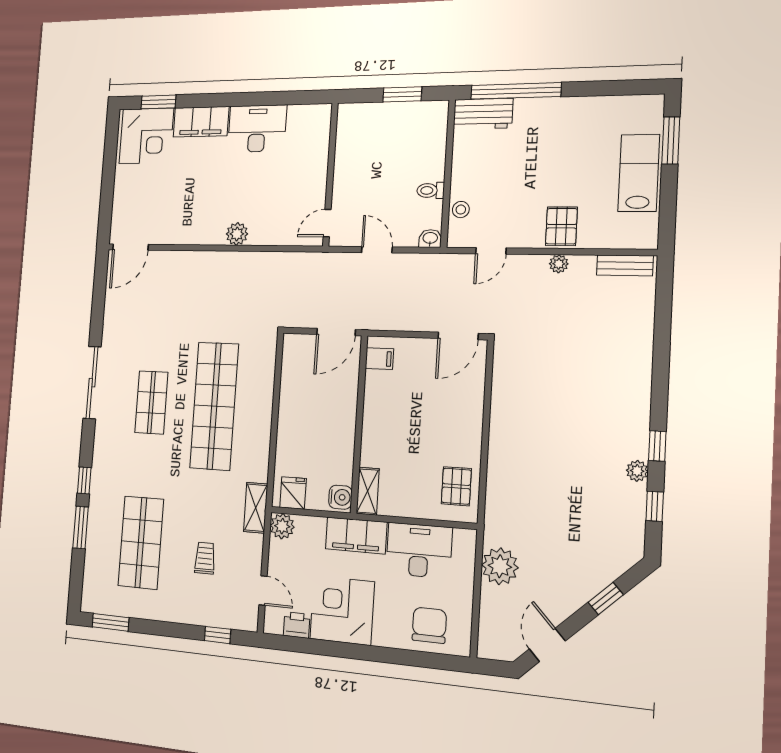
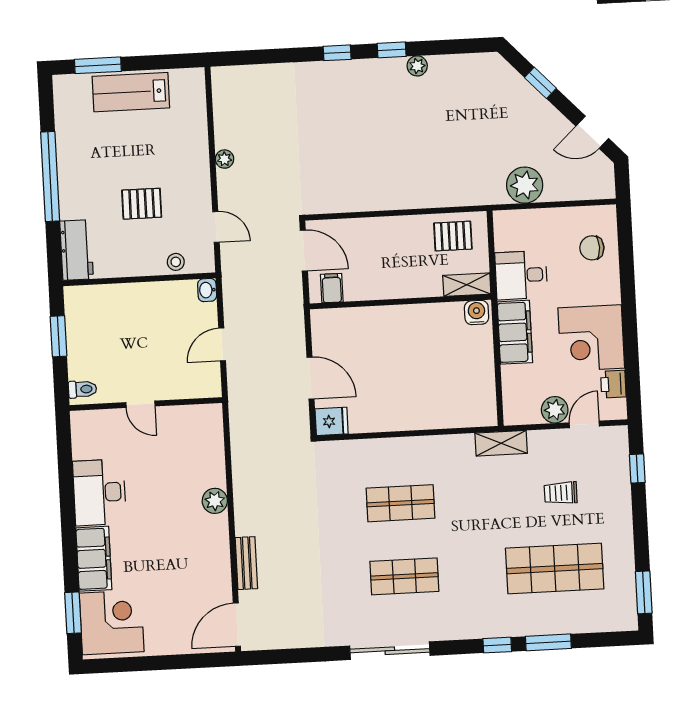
window: (516, 91) -> (50, 177), moved
toilet: (431, 190) -> (82, 389), moved, turned -90
door: (327, 223) -> (140, 404), moved
pallet: (561, 226) -> (142, 204), moved
door: (130, 247) -> (237, 625), swing flipped
bench: (625, 265) -> (246, 563), moved
filing cabinet: (379, 359) -> (332, 288), moved
shop shelf: (214, 406) -> (400, 503), width x0.50, depth x0.74
wall: (359, 424) -> (400, 302), moved
shelving: (368, 491) -> (467, 285), moved
fridge: (293, 493) -> (332, 421), moved, turned 180
water cooler: (340, 497) -> (477, 313), moved
window: (655, 506) -> (337, 53), moved
plant: (282, 526) -> (555, 410), moved
desk: (419, 550) -> (521, 275), width x0.73
chair: (429, 625) -> (592, 248), width x0.73, depth x0.73

